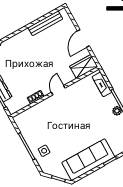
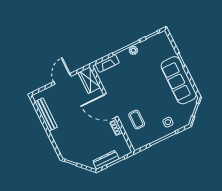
door: (83, 38) -> (62, 79), swing flipped
door: (58, 90) -> (111, 106), width x1.87
coffee table: (45, 118) -> (137, 120), added

